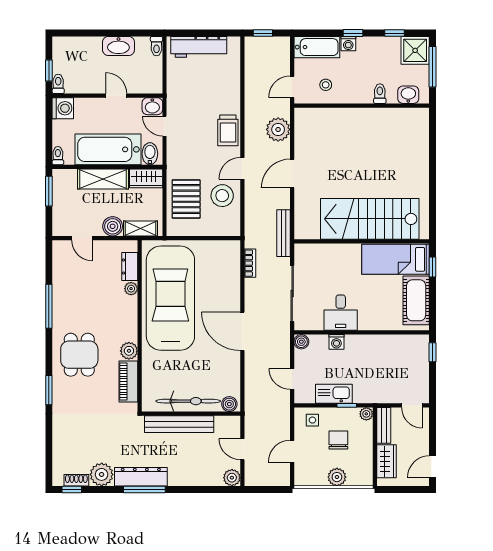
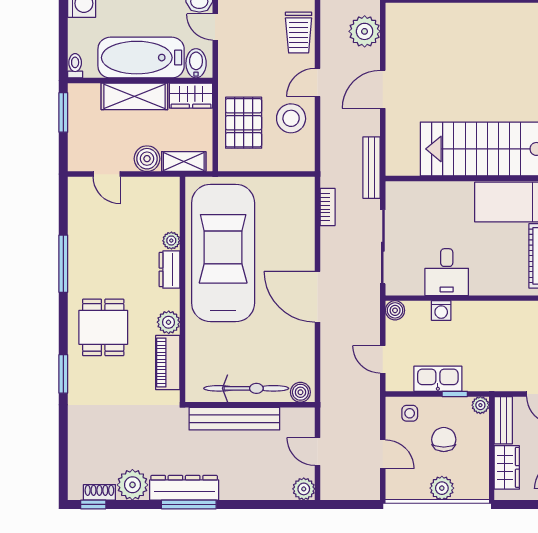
dresser: (130, 267) -> (170, 270), moved
door: (292, 451) -> (383, 454), swing flipped

